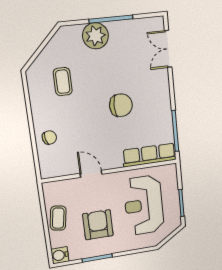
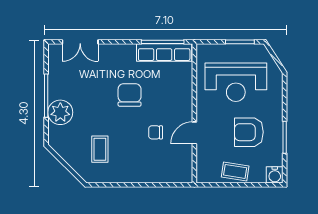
coffee table: (63, 82) -> (100, 149), turned 90
chair: (49, 138) -> (156, 132), moved, turned -78
row of seats: (149, 155) -> (164, 52), moved, turned -90

